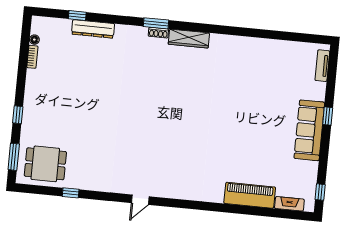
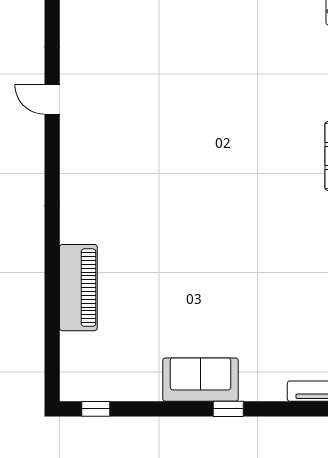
sofa: (309, 130) -> (201, 380), width x0.73
fireplace: (289, 204) -> (70, 358), removed

